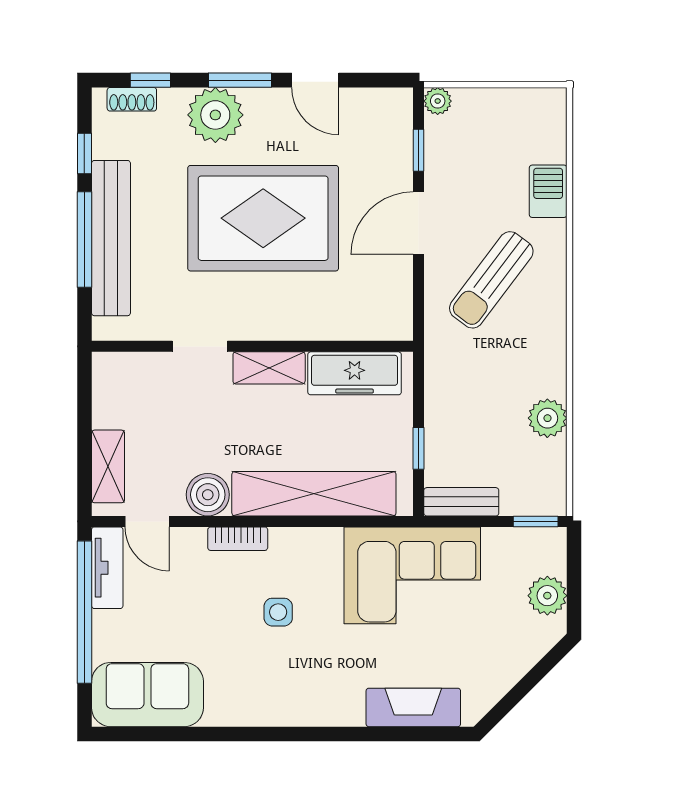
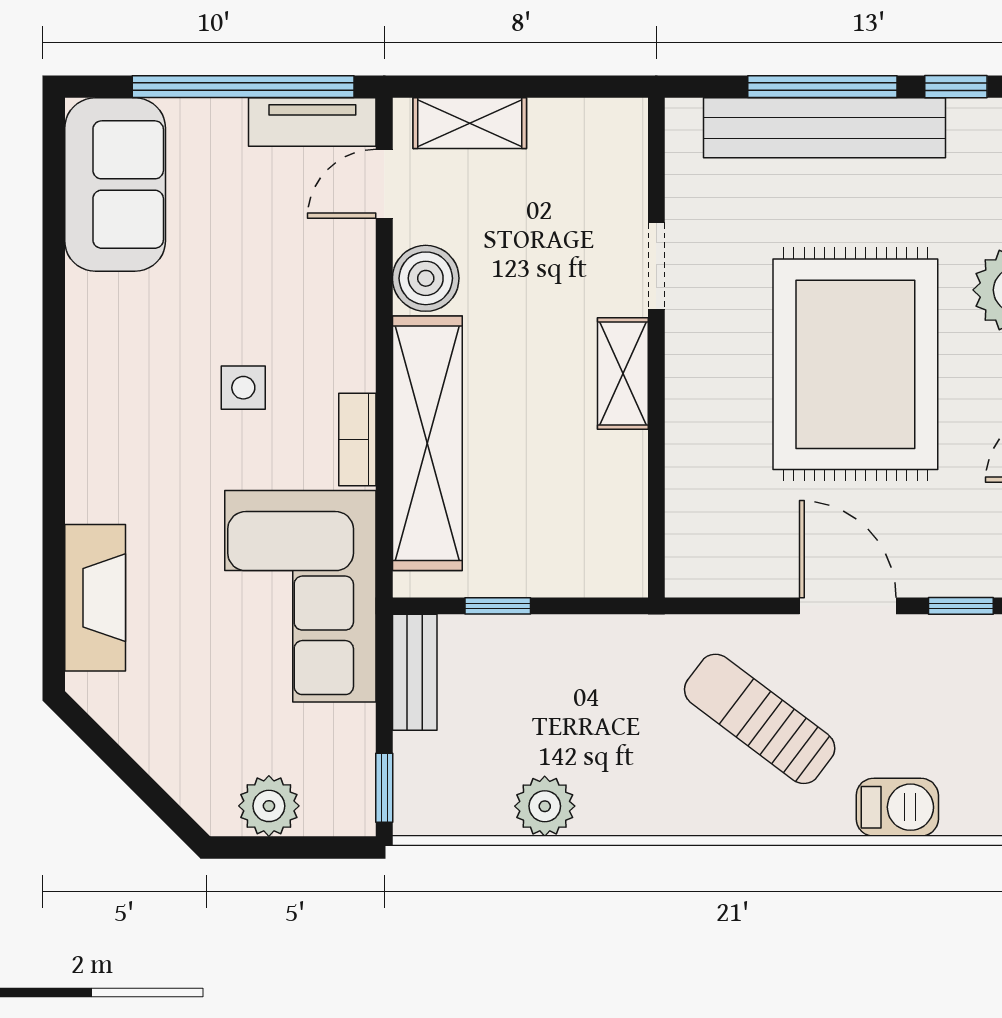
freezer: (355, 373) -> (614, 506), removed
bookcase: (238, 539) -> (357, 439), moved

